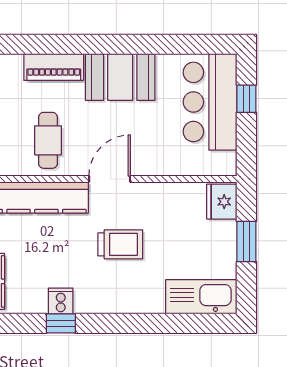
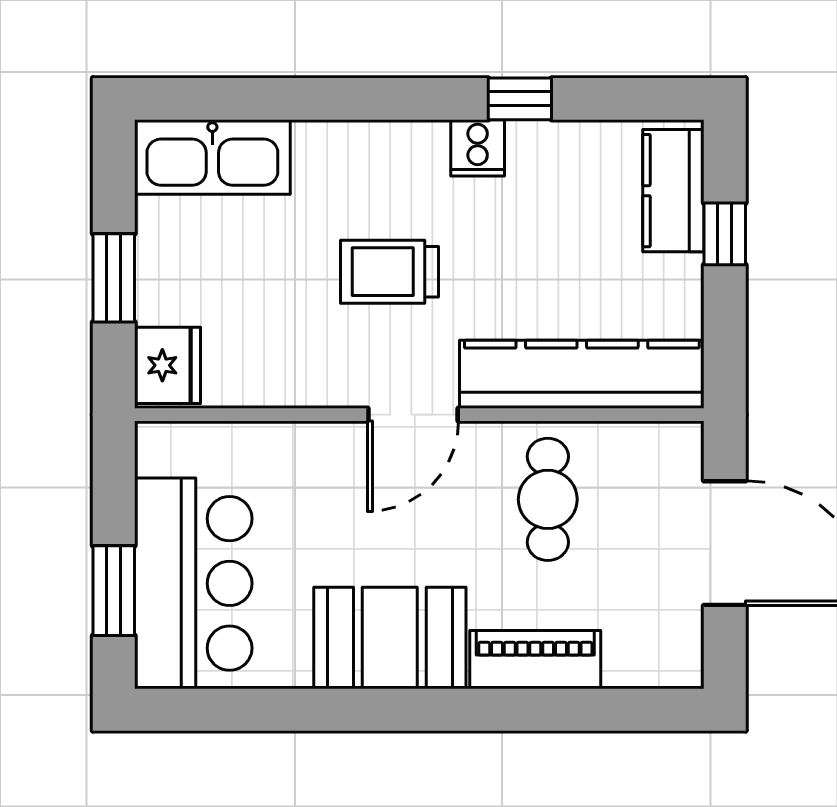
window: (246, 99) -> (114, 591), width x1.50
cooker: (61, 301) -> (478, 148), moved

